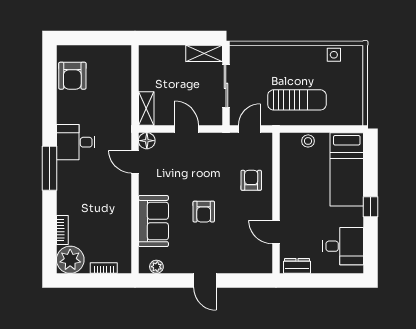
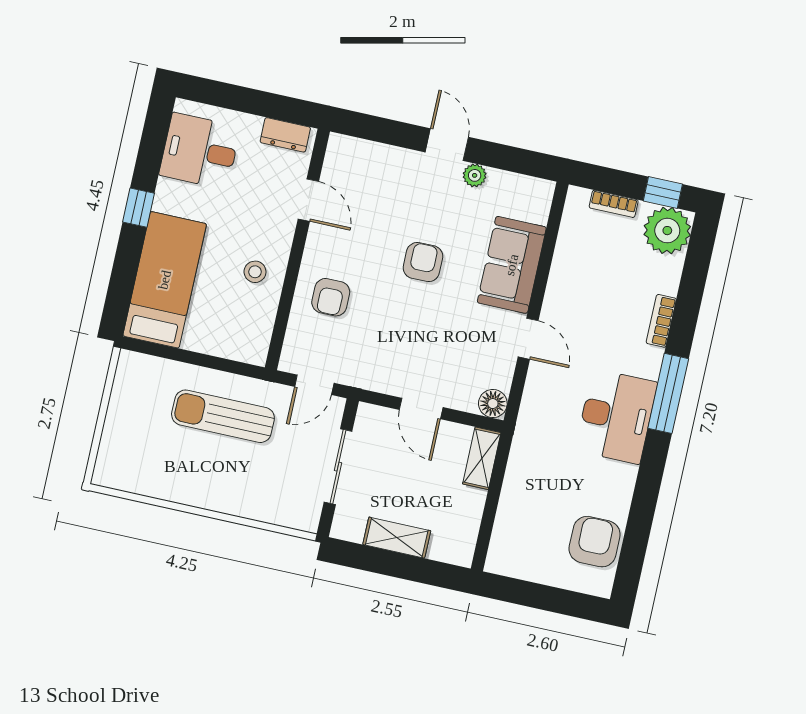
shelving: (204, 53) -> (397, 538), moved
side table: (334, 55) -> (143, 479), removed
stool: (308, 141) -> (255, 272), moved
desk: (76, 142) -> (616, 416), width x1.37
door: (135, 162) -> (528, 339), moved
bookcase: (62, 230) -> (661, 321), moved
plant: (156, 267) -> (475, 175), moved
window: (77, 281) -> (663, 193), added

